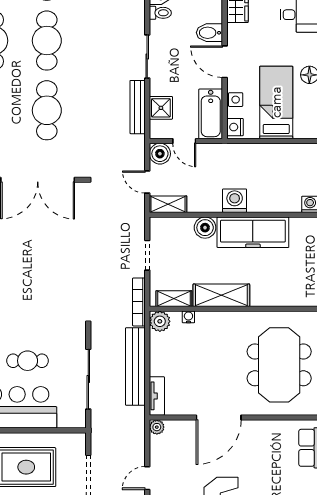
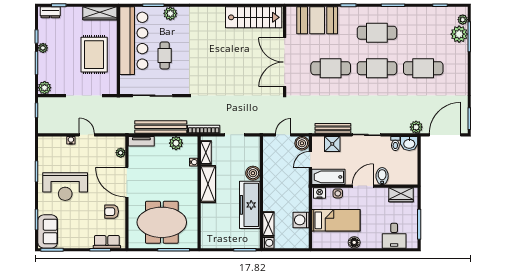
washing machine: (235, 201) -> (301, 220), moved, turned 180
shelving: (168, 204) -> (268, 224), moved
plant: (160, 321) -> (176, 143), moved
plant: (157, 427) -> (121, 153), moved
armchair: (263, 441) -> (112, 212), added

